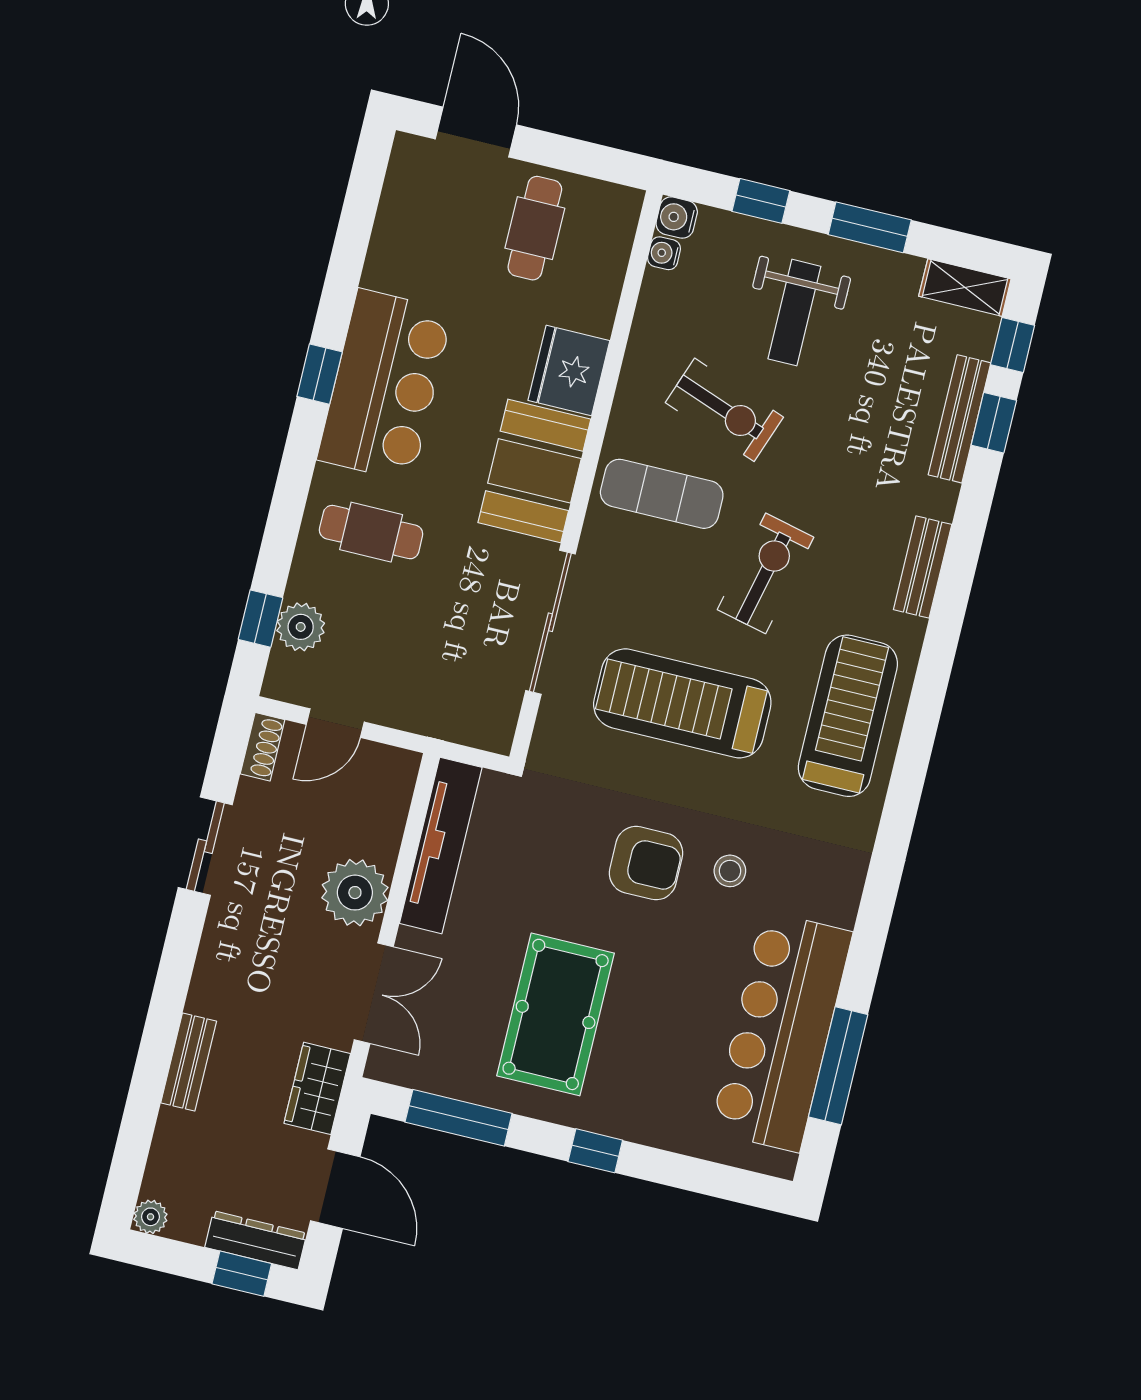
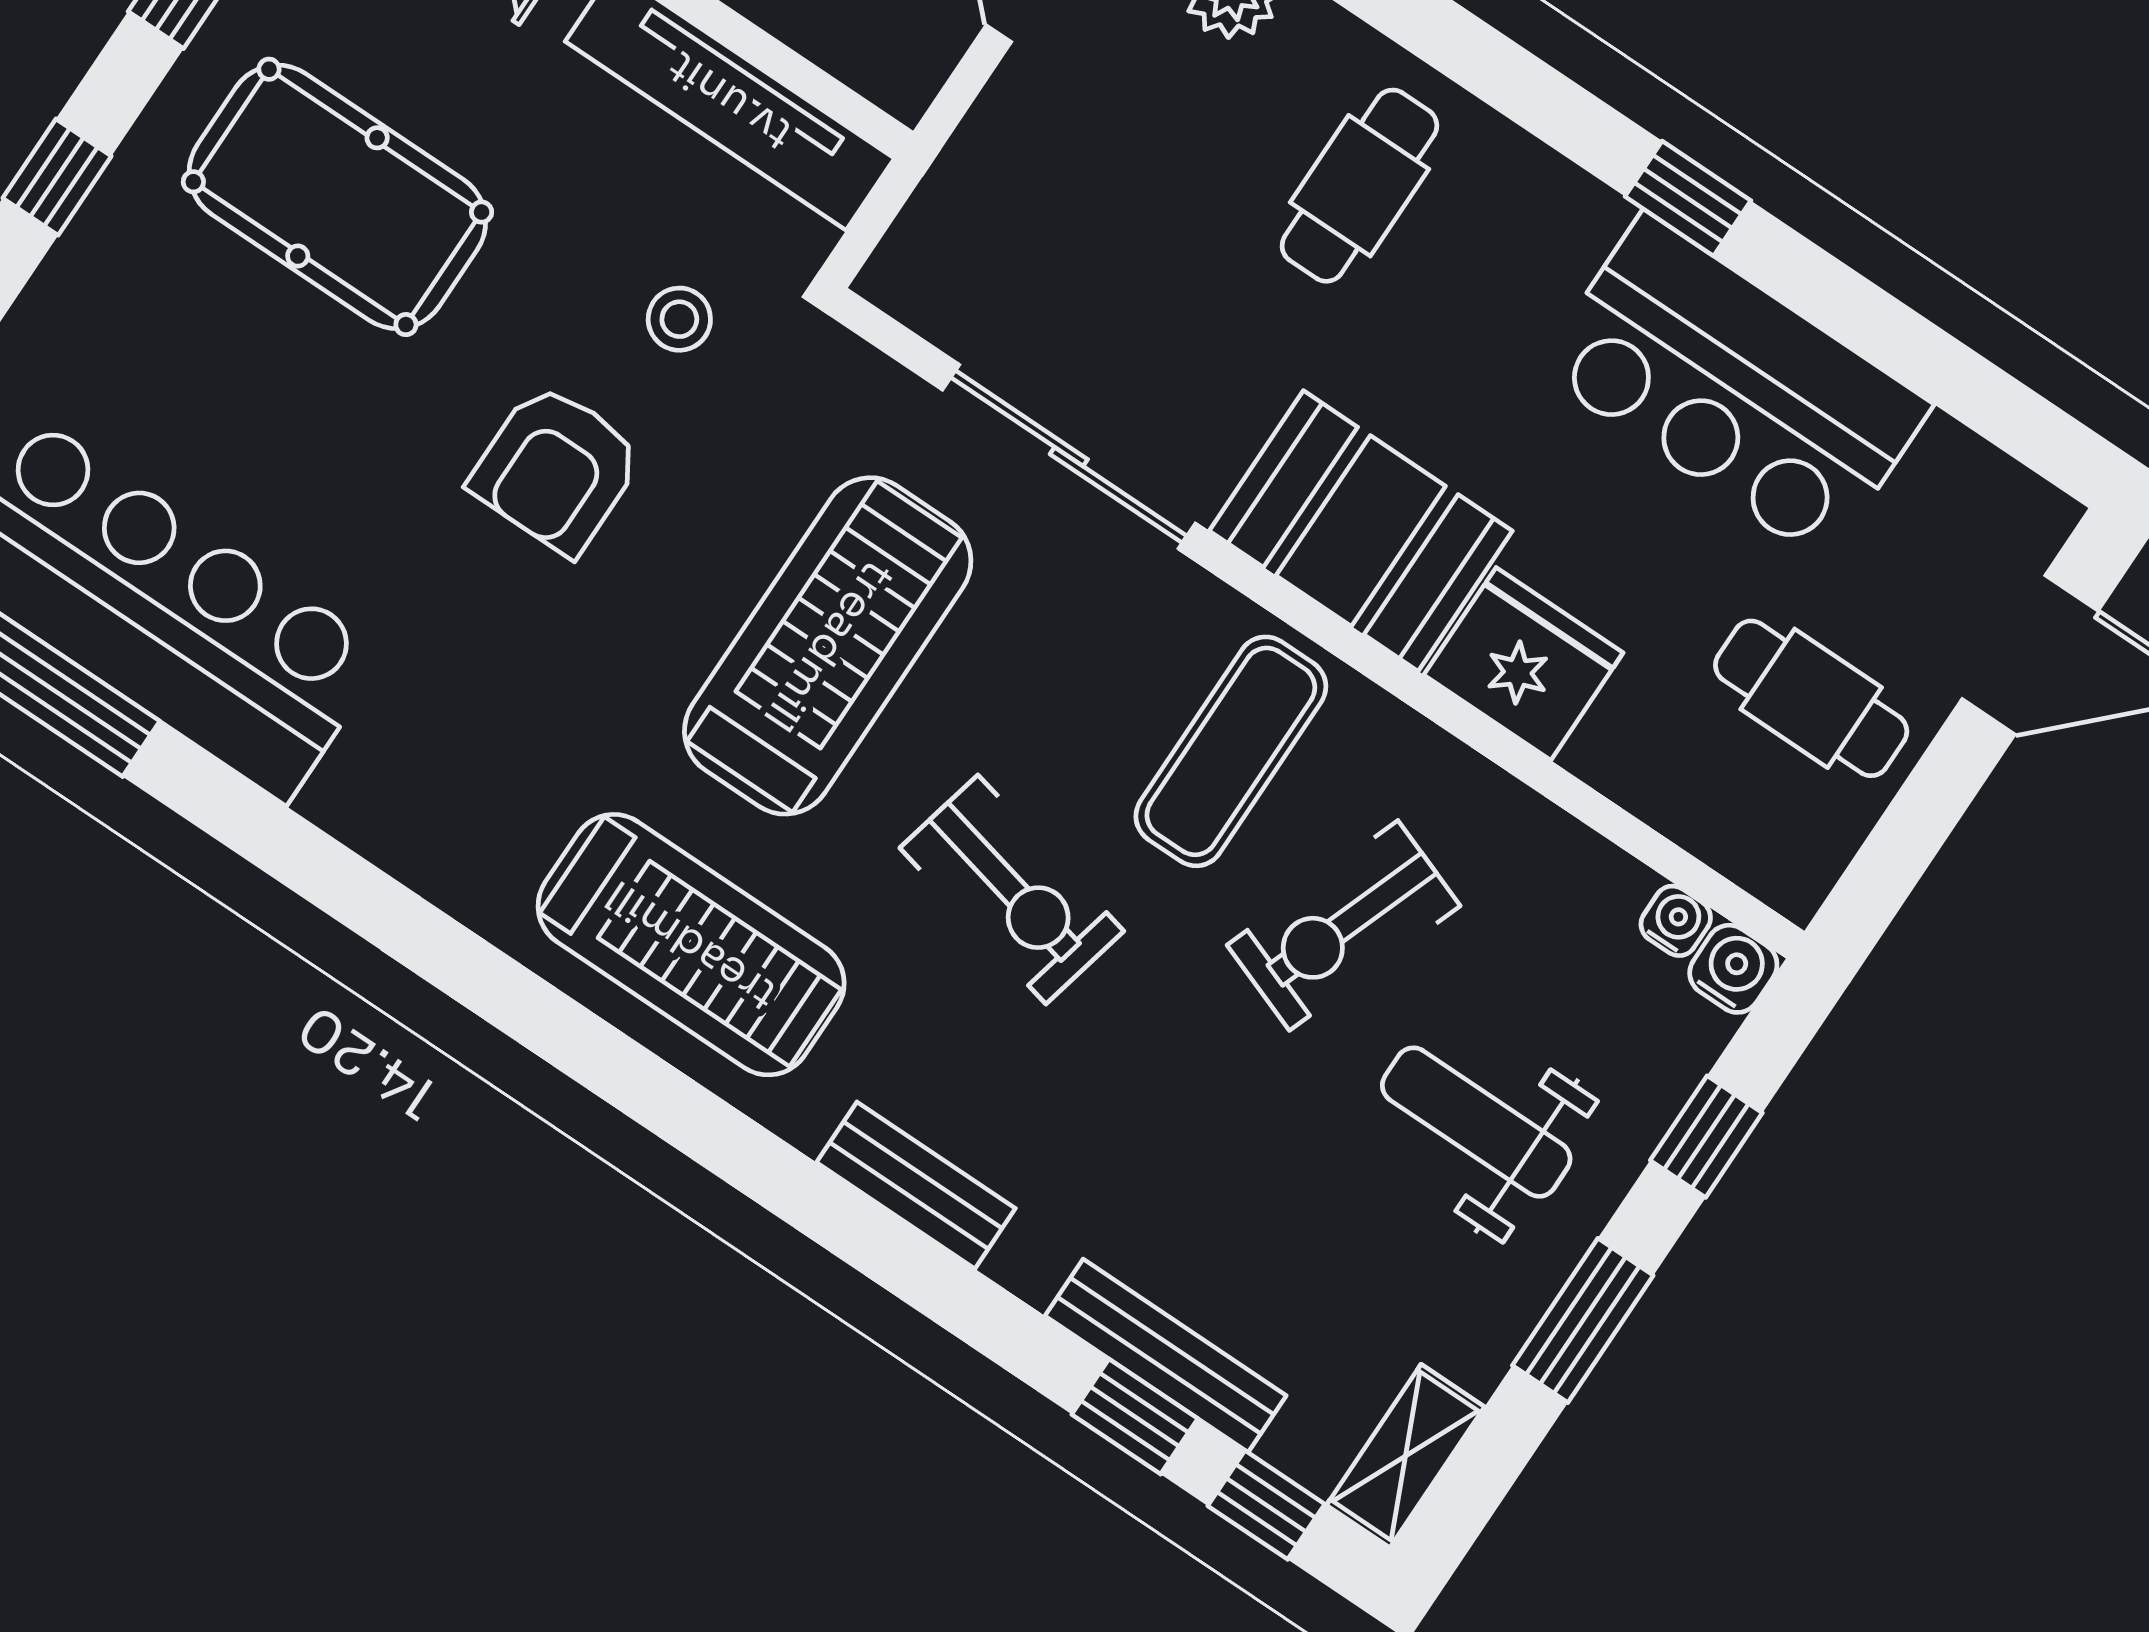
bar counter: (385, 385) -> (1734, 387), moved
stool: (730, 871) -> (679, 319), moved

